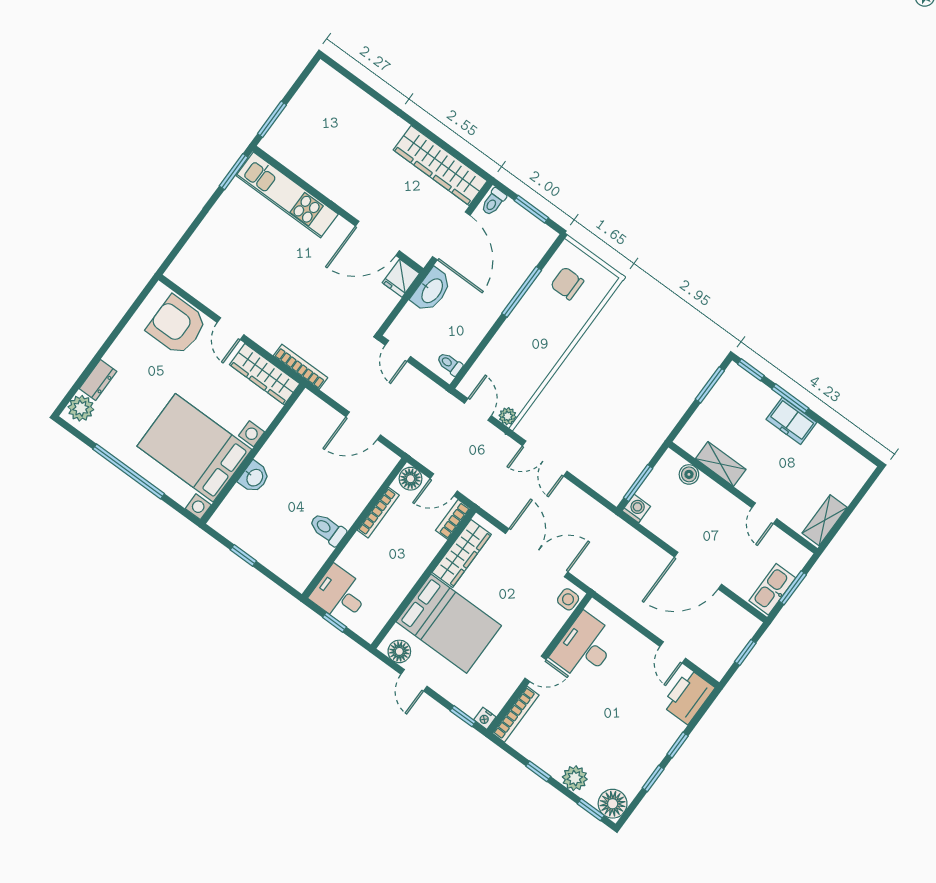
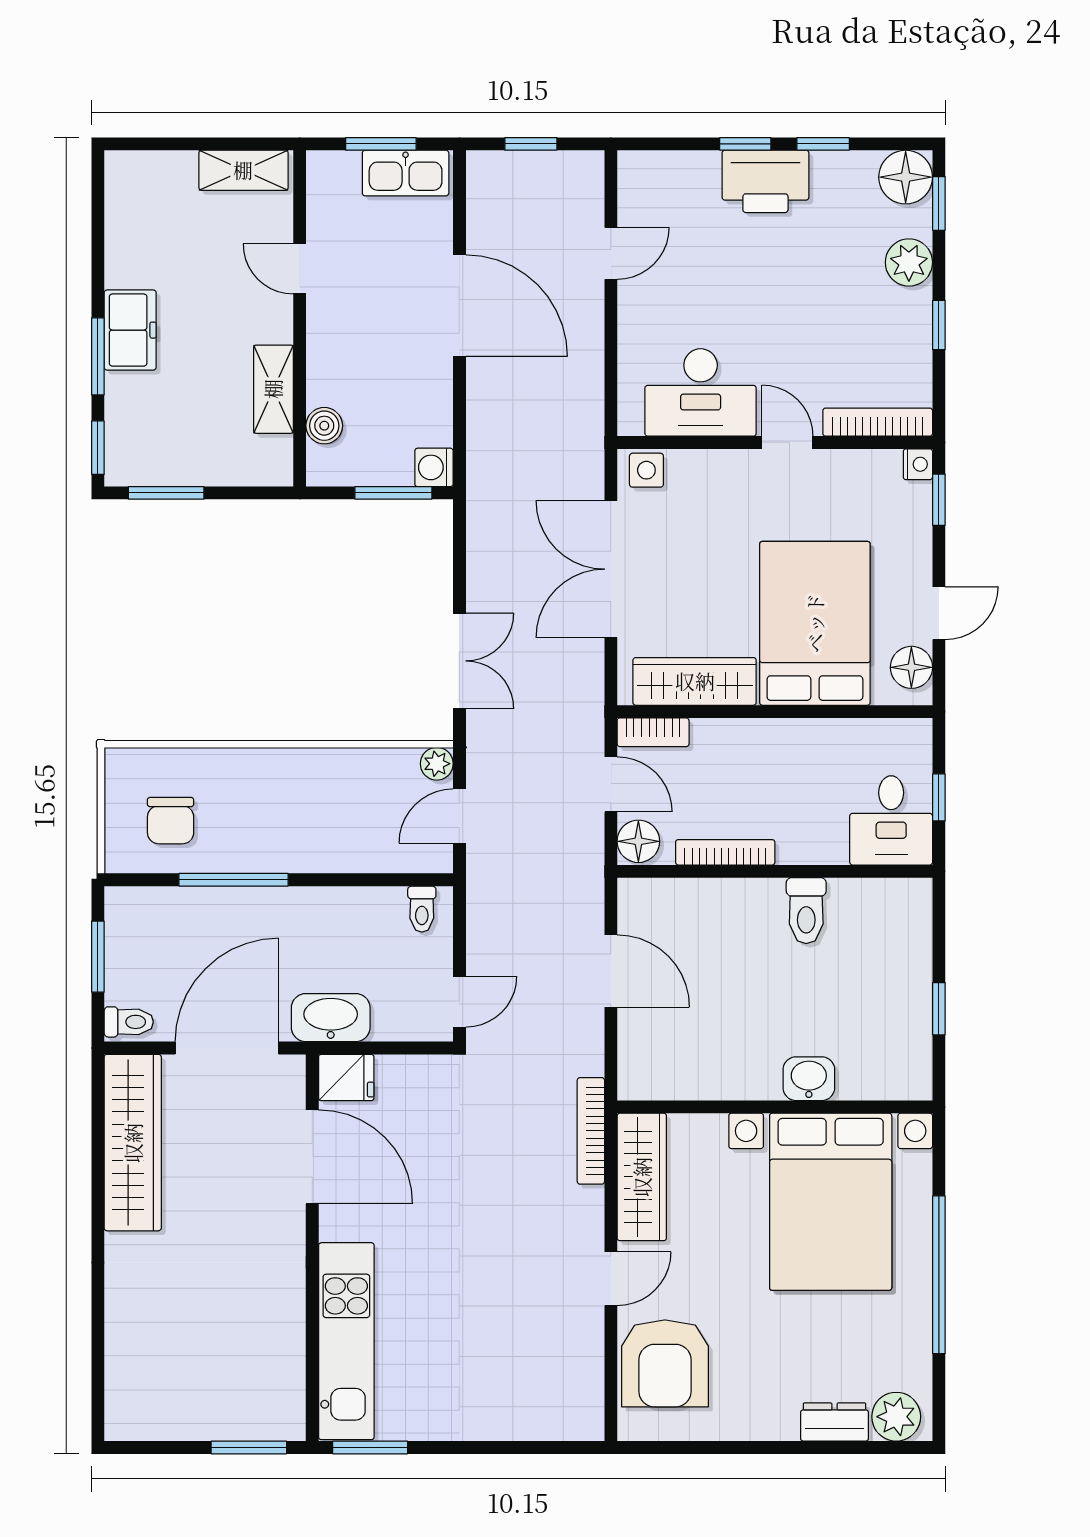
door: (764, 513) -> (300, 269), swing flipped
printer: (688, 697) -> (765, 181), moved

